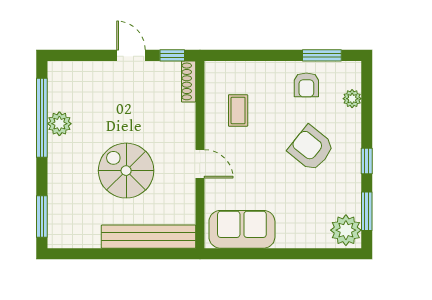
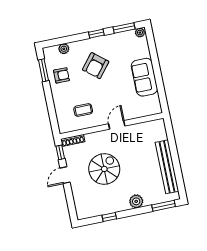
window: (42, 118) -> (109, 217), width x0.32
plant: (59, 124) -> (136, 201), moved
spiral stairs: (126, 171) -> (104, 169), moved, turned 180
sofa: (242, 229) -> (144, 77), moved
plant: (346, 230) -> (140, 33), width x0.53, depth x0.53
bench: (148, 237) -> (167, 167), moved

